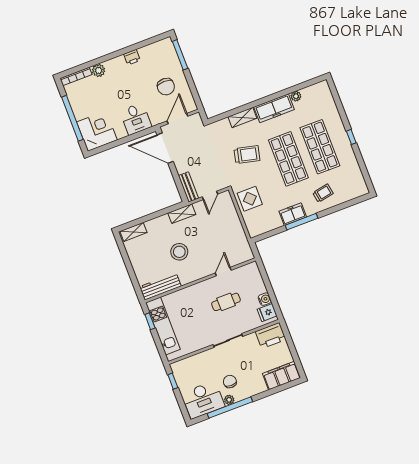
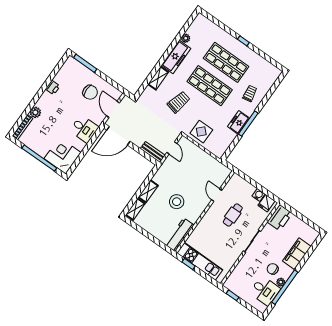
shelving: (182, 214) -> (148, 191), moved
filing cabinet: (282, 376) -> (297, 254), moved
desk: (203, 400) -> (265, 291), width x0.73

